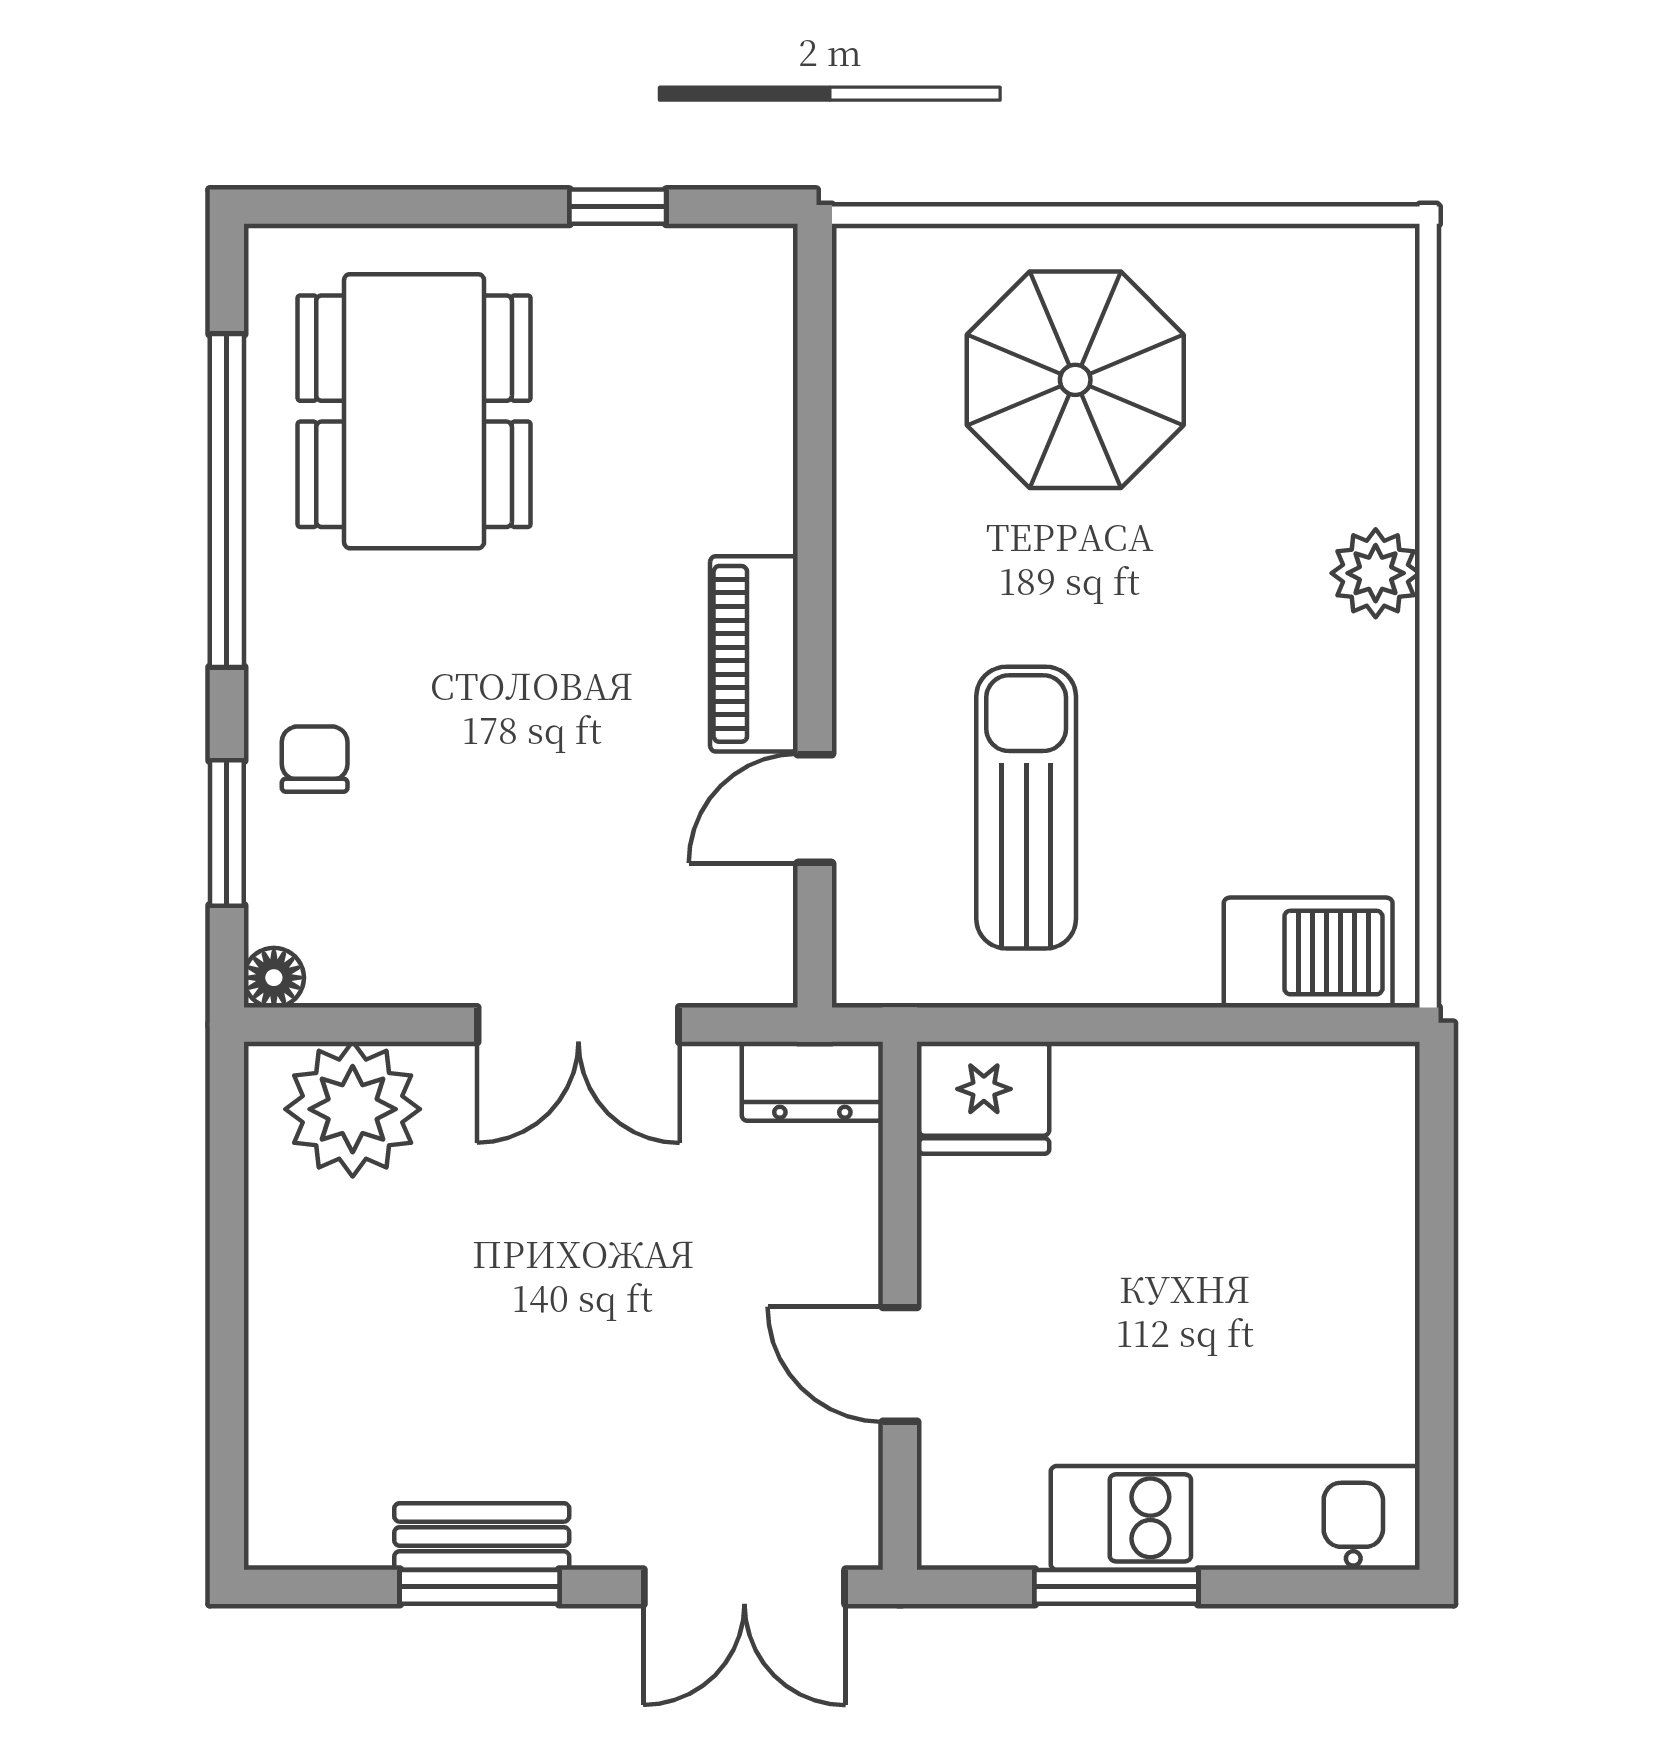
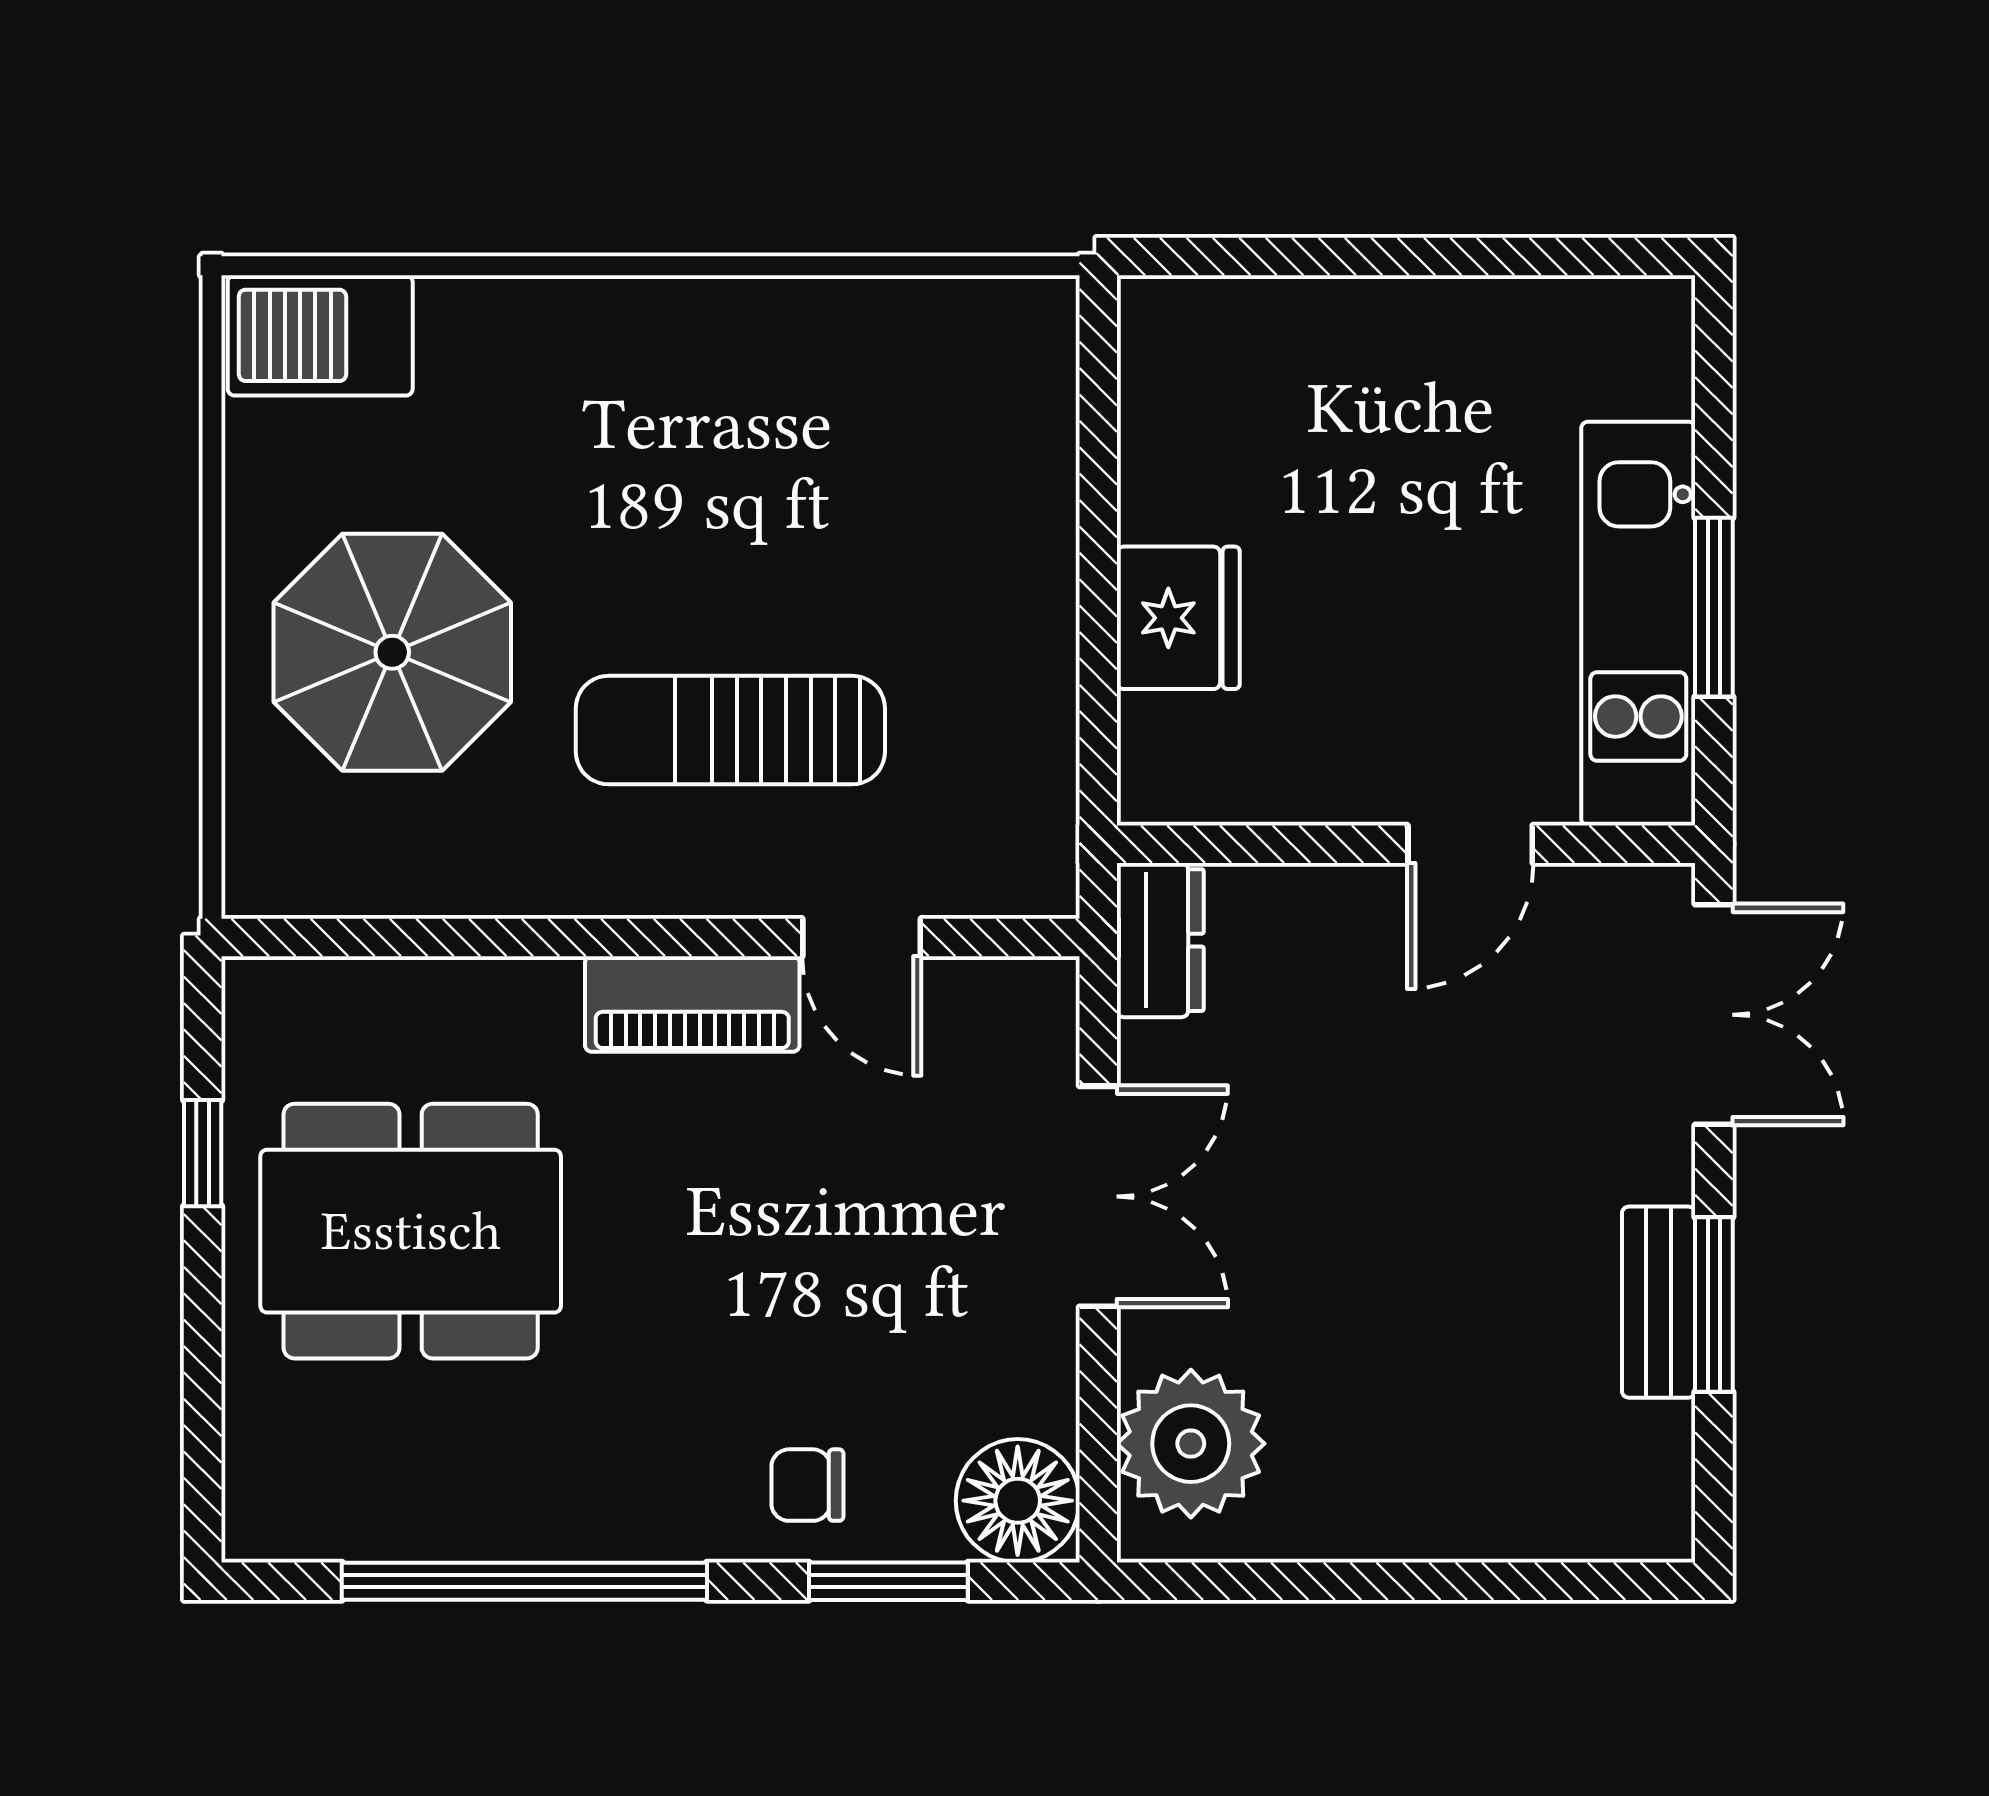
dining table: (414, 411) -> (411, 1231), moved
plant: (1376, 573) -> (604, 323), removed
sun lounger: (1026, 808) -> (730, 730), moved
barbecue: (1308, 953) -> (320, 335), moved, turned -90
floor lamp: (274, 978) -> (1018, 1501), width x1.89, depth x1.89
fridge: (984, 1098) -> (1178, 618), moved
kitchen unit: (1235, 1518) -> (1638, 624), moved

